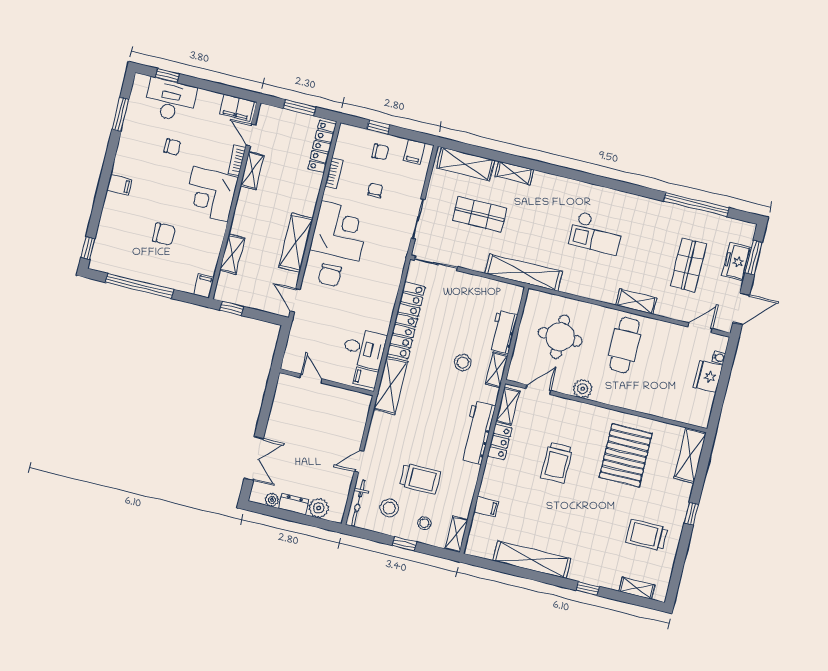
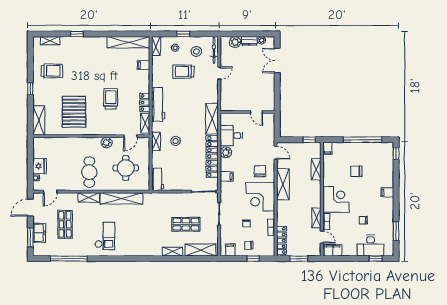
checkout: (596, 233) -> (105, 236), moved, turned 90
shelving: (524, 272) -> (121, 198), moved
plant: (381, 322) -> (226, 152), added
workbench: (503, 332) -> (158, 179), moved
filing cabinet: (366, 378) -> (227, 176), moved
shelving: (532, 560) -> (128, 42), moved

